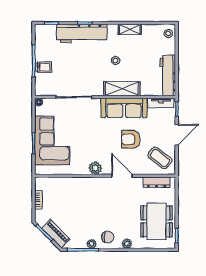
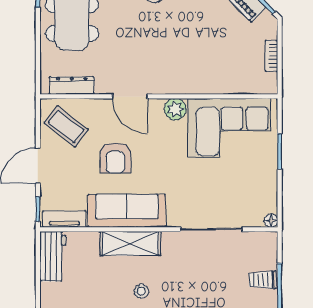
workbench: (168, 75) -> (53, 256), width x0.73
armchair: (131, 139) -> (115, 158), turned 90
corner sofa: (52, 141) -> (229, 128), moved, turned -90

